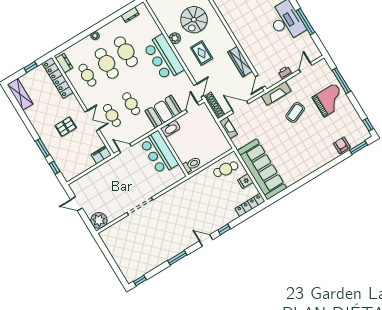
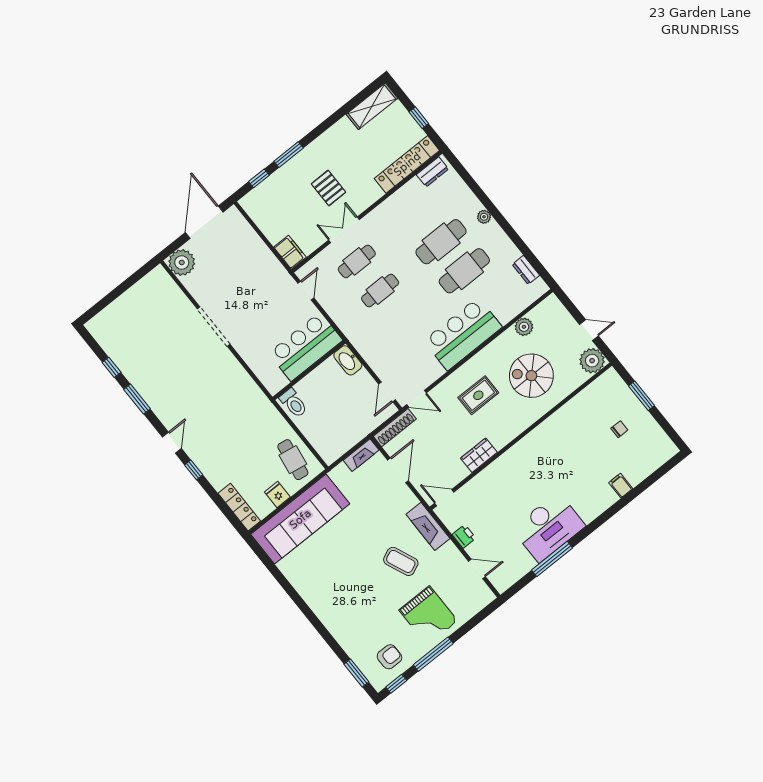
plant: (175, 38) -> (524, 327), moved
wardrobe: (240, 62) -> (479, 455), width x0.67
cafe table: (87, 75) -> (418, 213), removed
window: (341, 81) -> (433, 654), moved
door: (192, 107) -> (387, 392), swing flipped
booth: (163, 112) -> (374, 345), removed
double door: (92, 121) -> (344, 230), swing flipped
armchair: (342, 145) -> (389, 657), moved
door: (77, 204) -> (204, 222), width x1.88
window: (140, 281) -> (112, 367), moved

